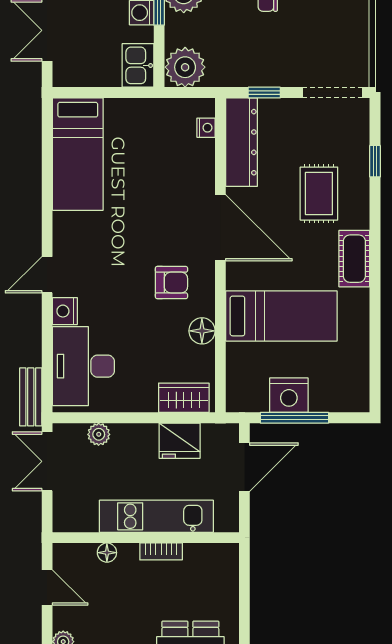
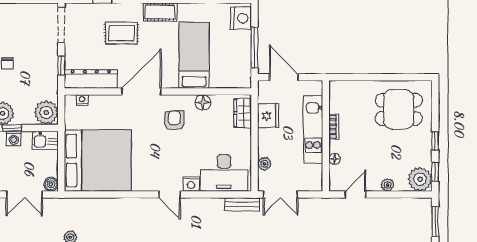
boiler: (65, 75) -> (51, 184), added
bed: (78, 154) -> (98, 161), width x2.04
nightstand: (289, 395) -> (241, 18), moved

